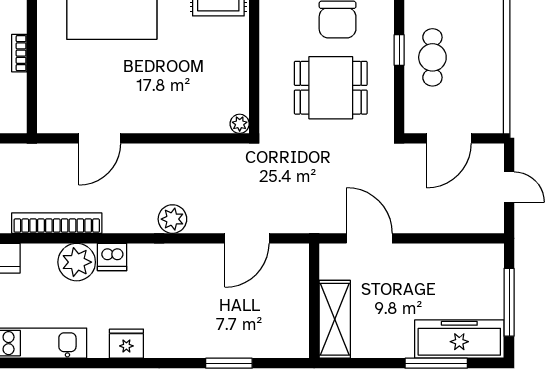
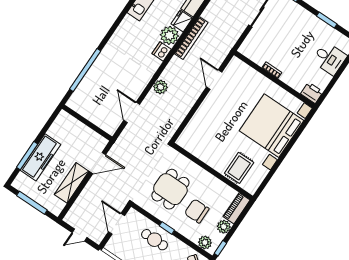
plant: (240, 124) -> (181, 141), removed
shelving: (335, 319) -> (72, 183), moved, turned 90
freezer: (459, 339) -> (41, 157), moved
fridge: (126, 344) -> (182, 21), moved, turned 180
window: (229, 363) -> (85, 70), width x2.11

